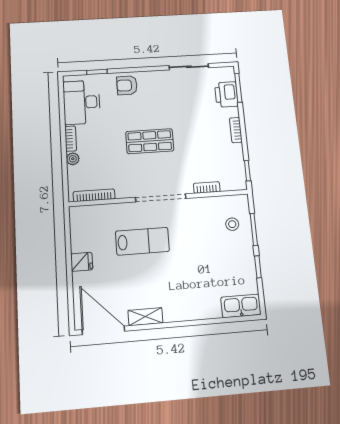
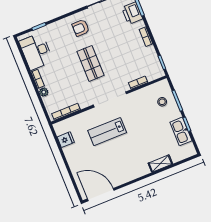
armchair: (127, 85) -> (81, 28), moved
shop shelf: (150, 141) -> (90, 63), turned 90
lab bench: (142, 241) -> (107, 132), turned 180
fridge: (82, 262) -> (66, 140), moved
kitchen sink: (241, 306) -> (181, 131), moved, turned -90
shelving: (145, 317) -> (160, 164), moved

